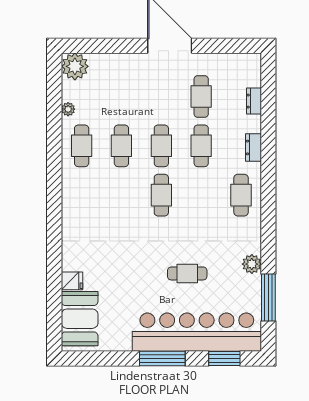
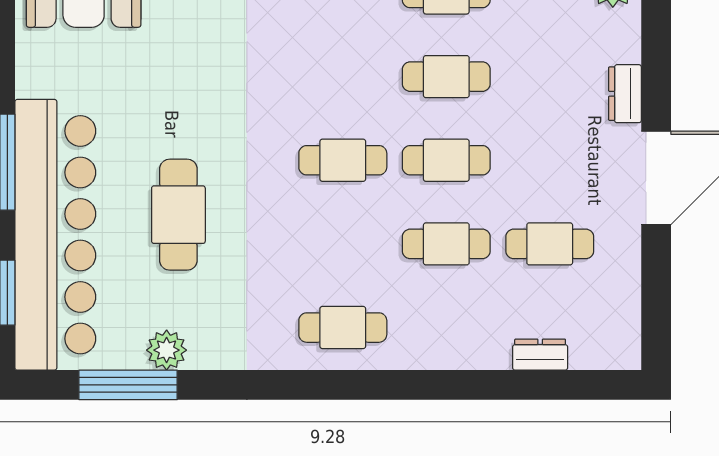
dresser: (254, 147) -> (625, 94), moved, turned -90
plant: (252, 264) -> (167, 350), moved
cafe table: (187, 273) -> (178, 215), width x1.37, depth x1.35

